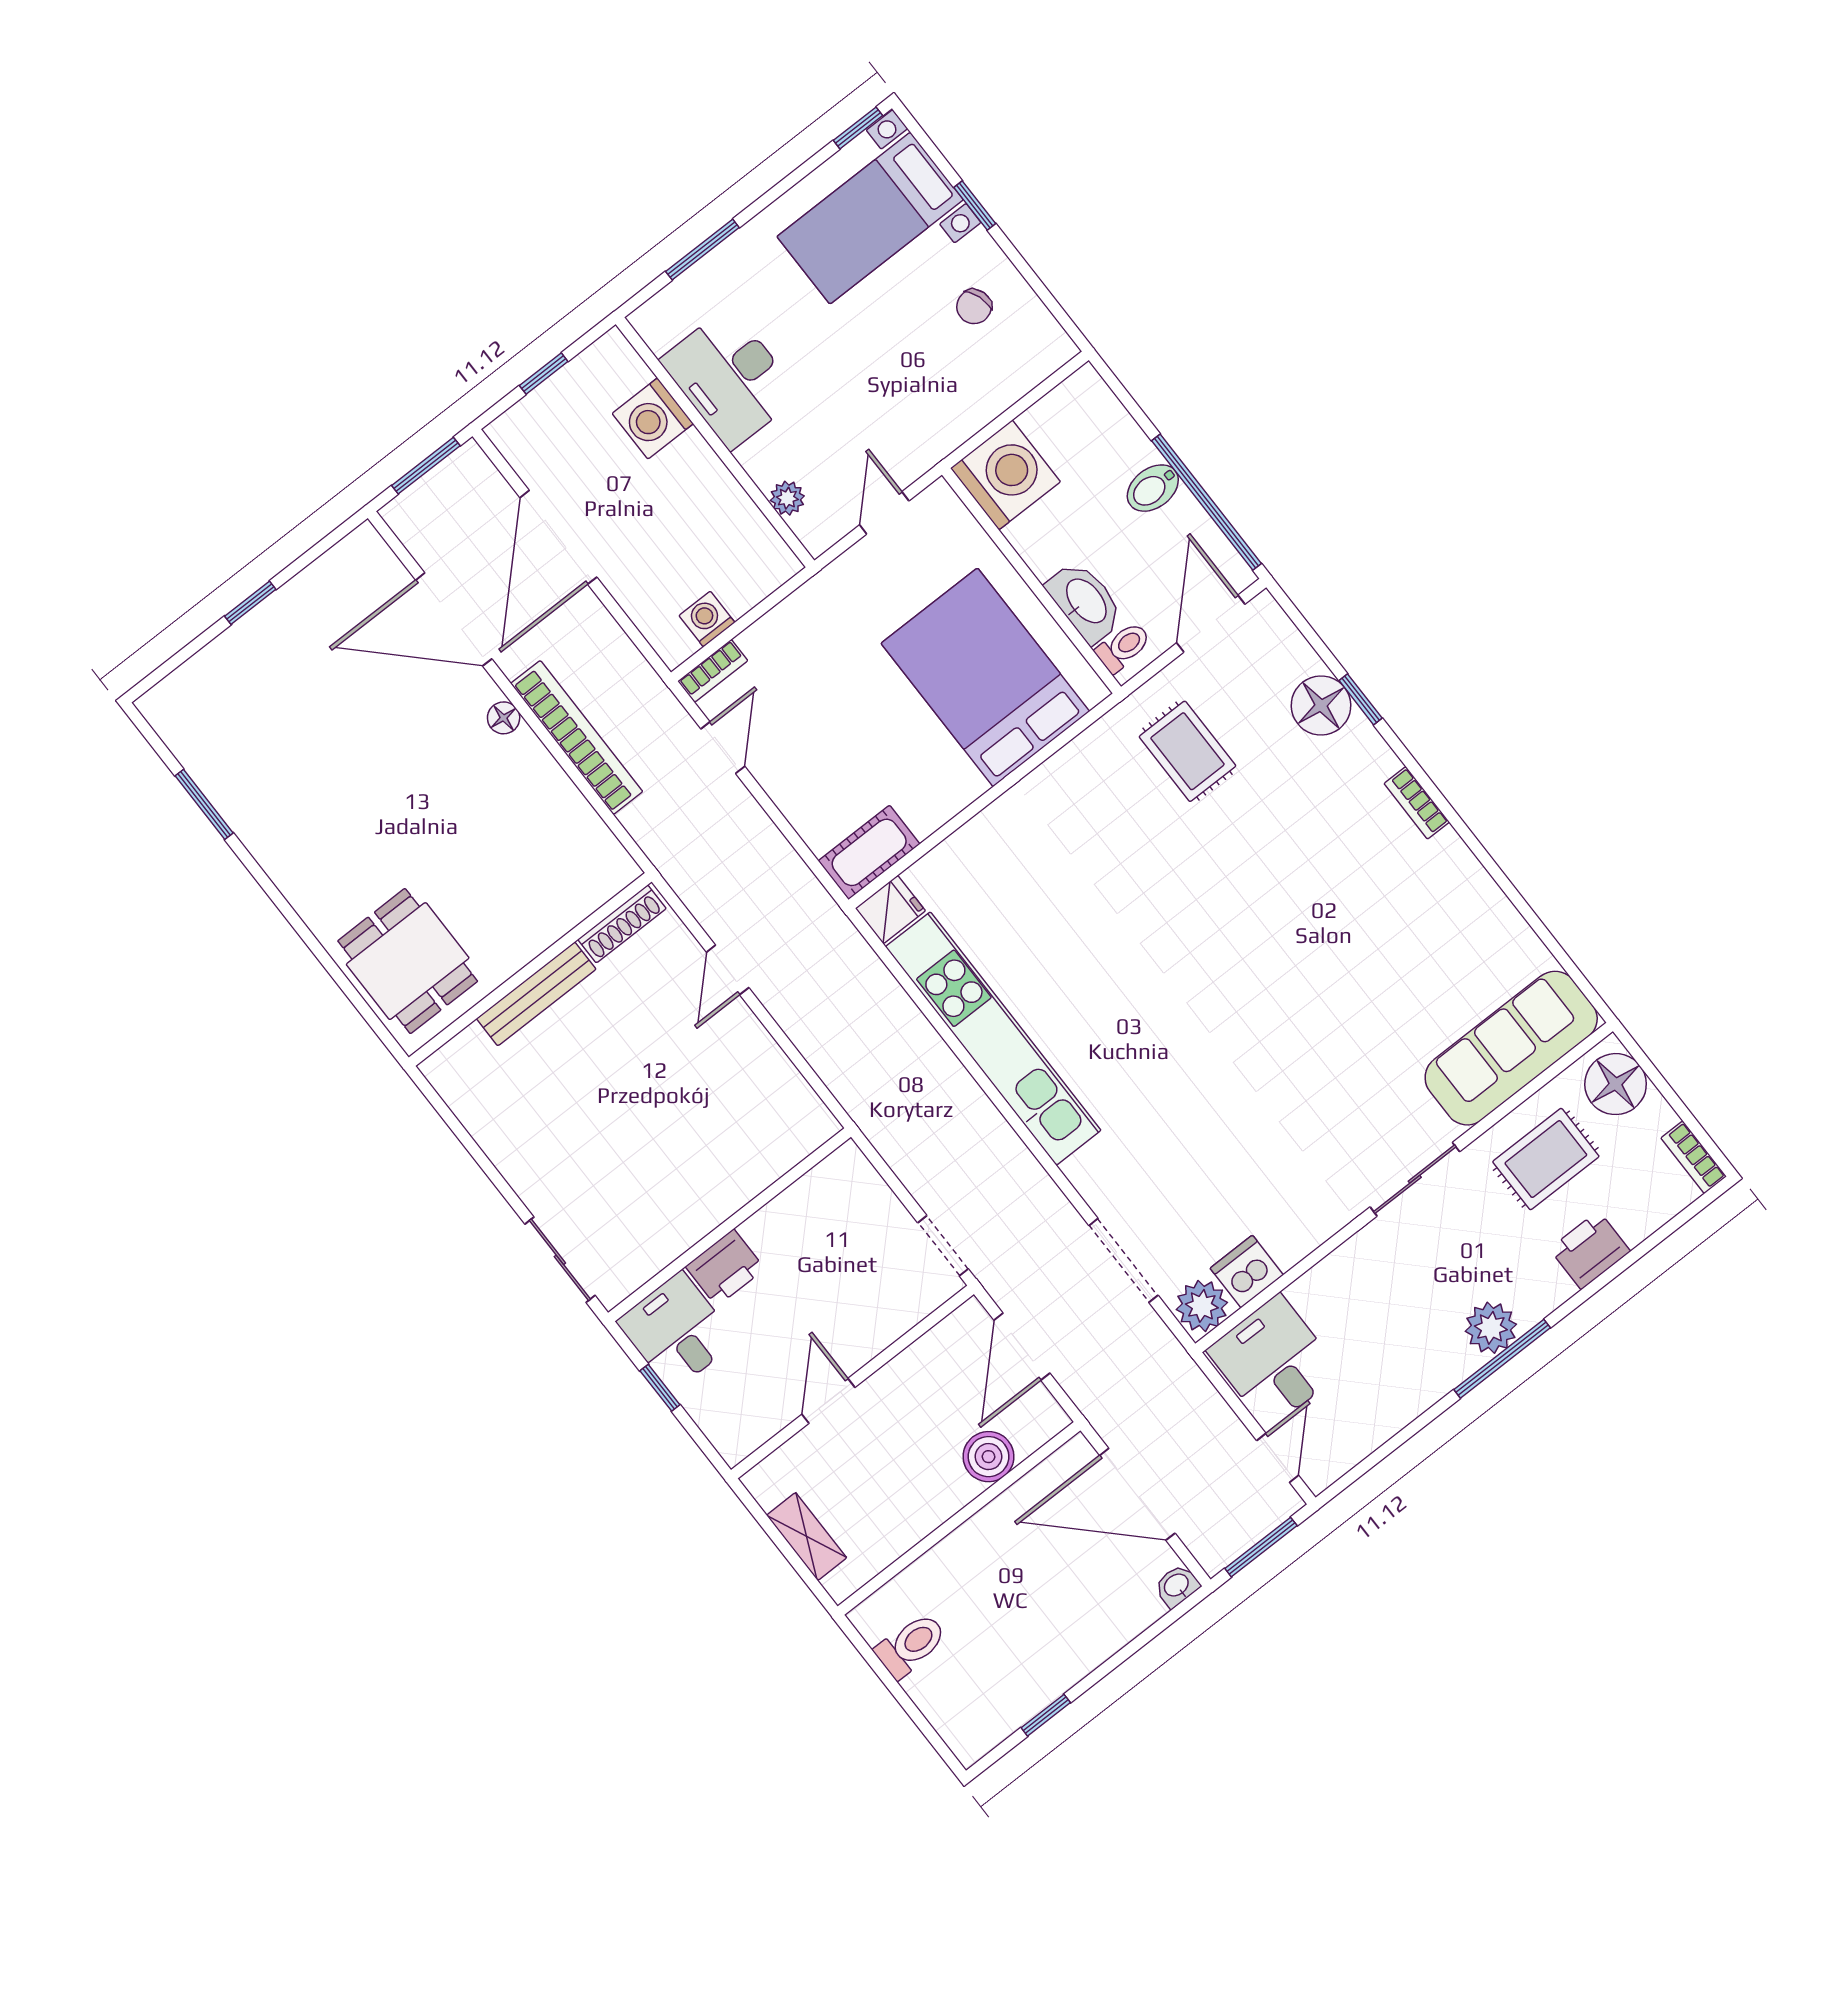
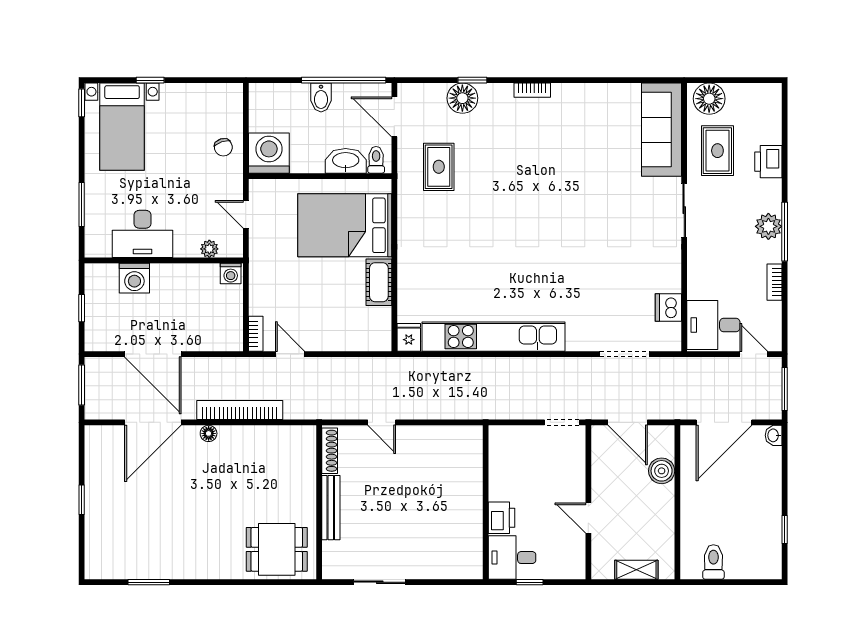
chair: (974, 307) -> (223, 147), moved
washing machine: (707, 619) -> (231, 274), moved, turned -90
rug: (1187, 751) -> (439, 167), turned 90
cot: (869, 852) -> (379, 282), moved
bookcase: (1694, 1157) -> (775, 282), moved, turned 90
sliding door: (560, 1260) -> (380, 582), moved
plant: (1202, 1306) -> (668, 337), removed

